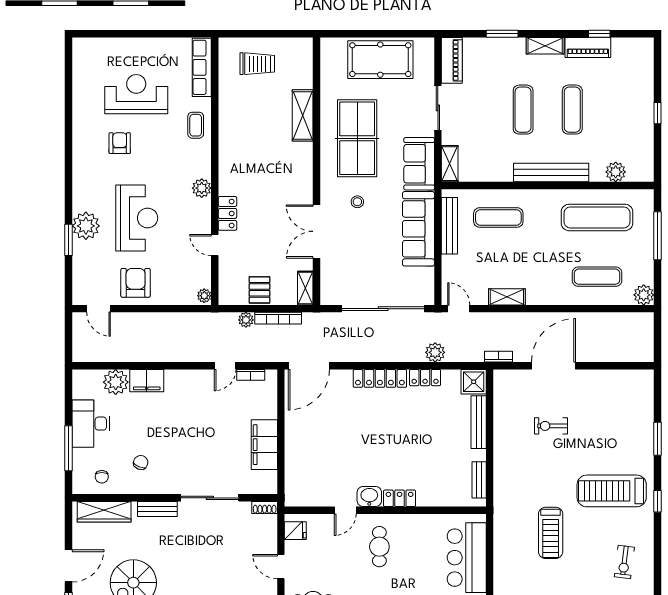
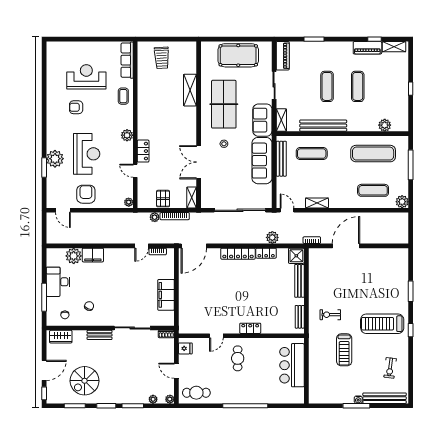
shelving: (545, 46) -> (394, 47), moved
trolley: (257, 64) -> (162, 58), turned 87
armchair: (120, 143) -> (76, 107), turned -90
bench: (551, 173) -> (323, 126), moved
exercise bike: (551, 426) -> (330, 315), moved
washbasin: (369, 497) -> (231, 327), removed
wardrobe: (104, 512) -> (61, 337), width x0.67

